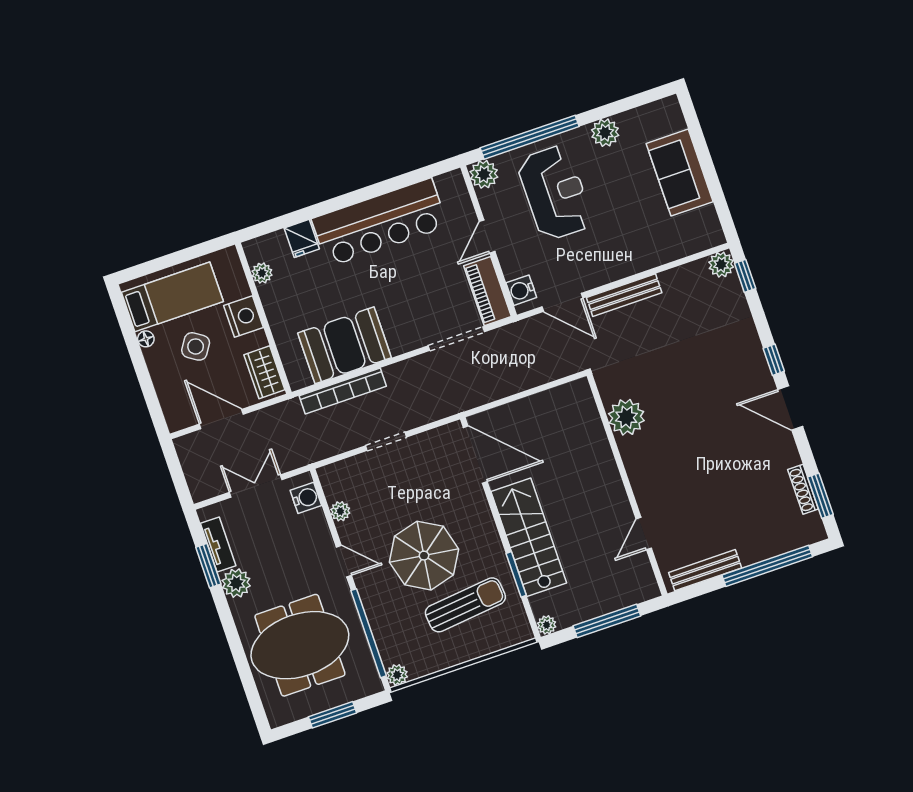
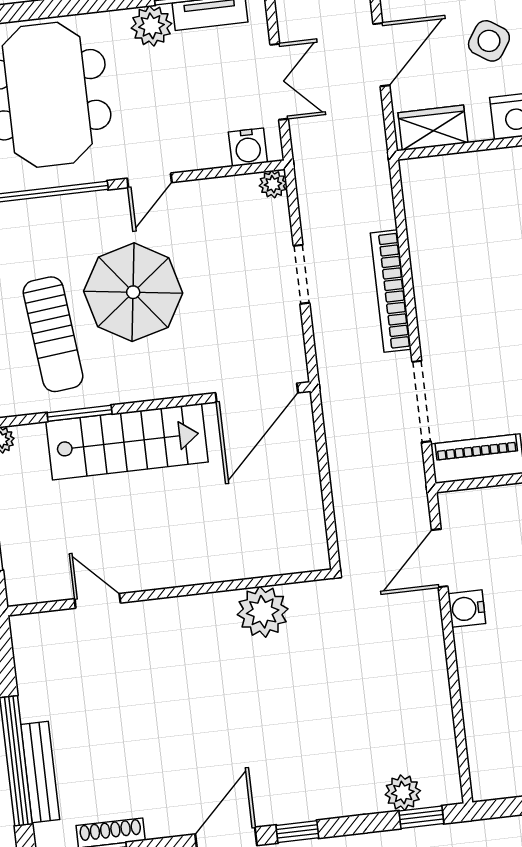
plant: (721, 265) -> (403, 793), moved
water cooler: (521, 290) -> (467, 609), moved, turned -90
bench: (624, 295) -> (431, 645), removed
booth: (345, 345) -> (446, 246), removed
bookcase: (343, 391) -> (391, 291), moved
plant: (340, 511) -> (273, 184), moved
bench: (705, 570) -> (40, 772), moved

